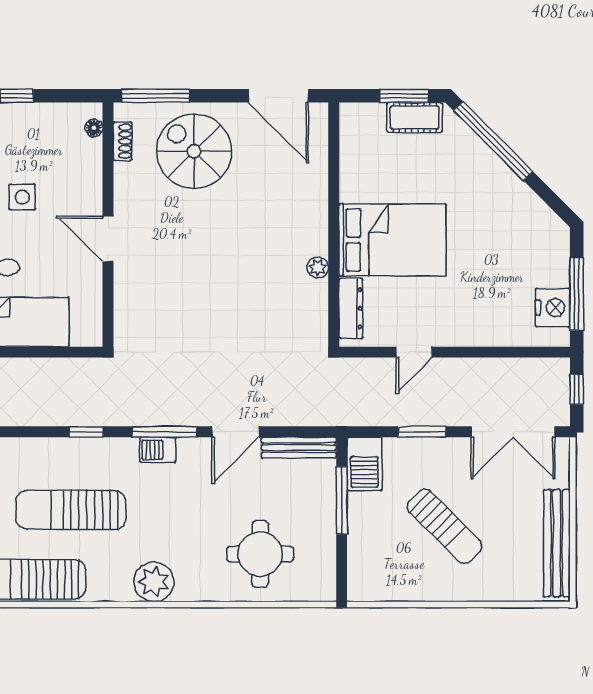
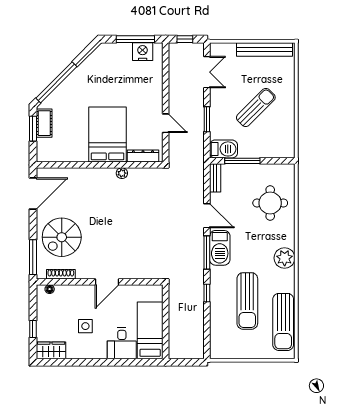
shoe rack: (123, 141) -> (61, 274), width x1.43
double door: (513, 432) -> (207, 72), width x0.73
bench: (299, 448) -> (215, 178), width x0.73
barbecue: (158, 450) -> (220, 248), width x1.88, depth x1.53

